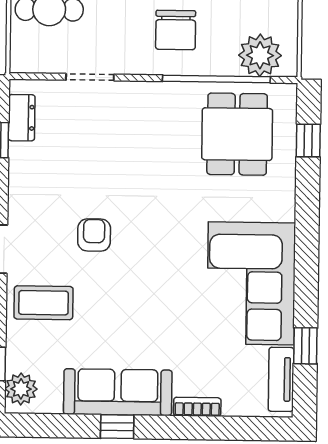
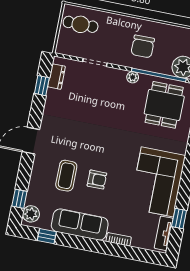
plant: (167, 92) -> (133, 77), added
armchair: (94, 235) -> (97, 180), moved, turned 90
coffee table: (44, 303) -> (66, 176), moved, turned 90
window: (117, 427) -> (47, 236), moved

